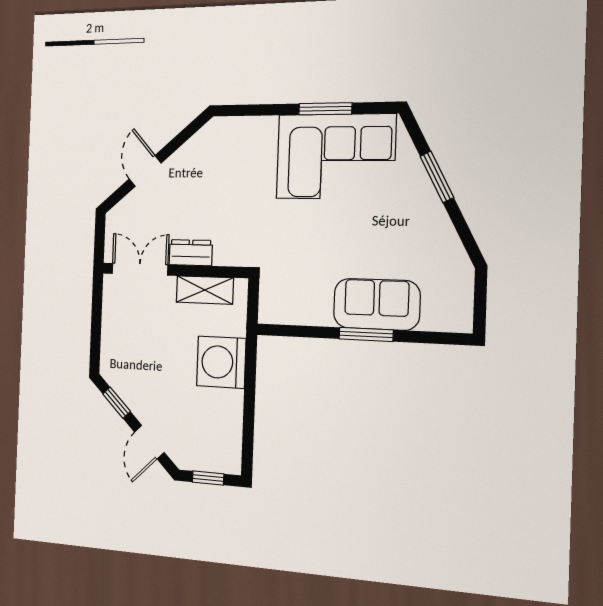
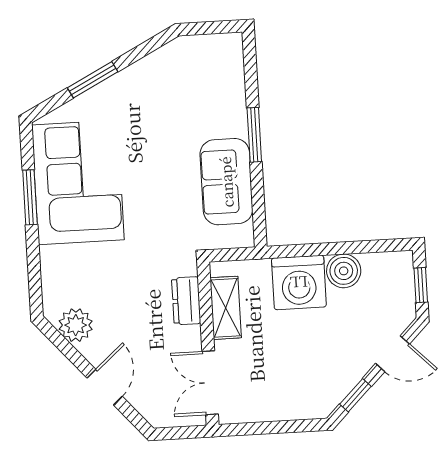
plant: (202, 147) -> (76, 325), added
door: (145, 171) -> (105, 387), swing flipped
dresser: (191, 253) -> (186, 301), moved
sofa: (377, 304) -> (226, 182), moved
boiler: (228, 406) -> (344, 271), added

